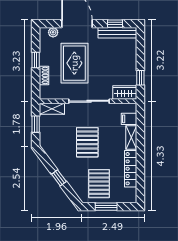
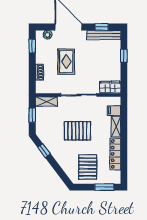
window: (36, 60) -> (32, 46), moved
rug: (74, 63) -> (66, 62), width x0.73, depth x0.70
window: (140, 78) -> (124, 56), moved
pallet: (87, 142) -> (77, 131), turned 90
window: (59, 178) -> (44, 151), moved
window: (106, 207) -> (104, 187), moved

